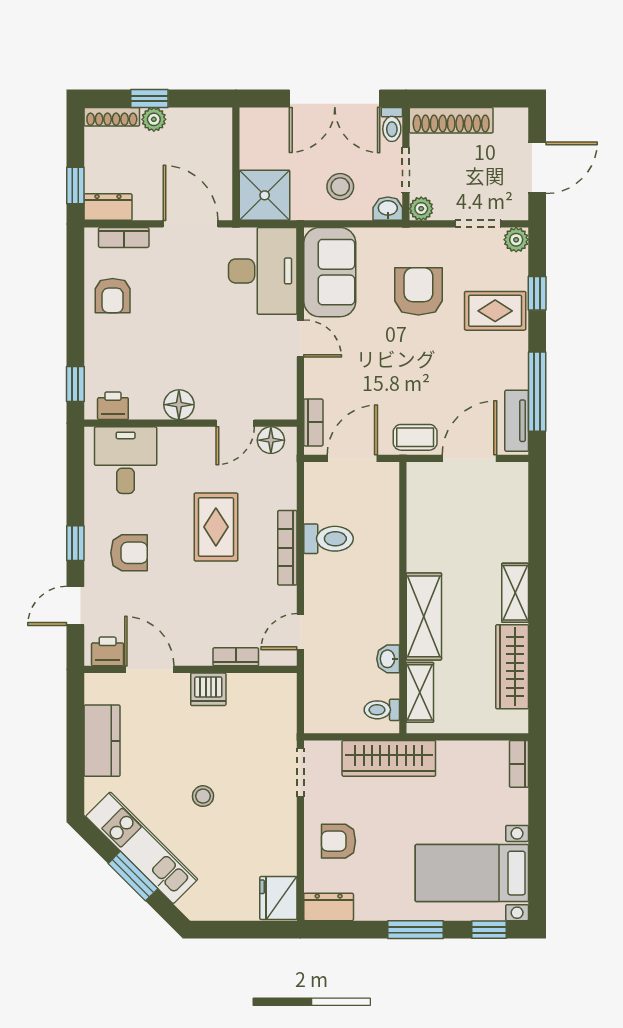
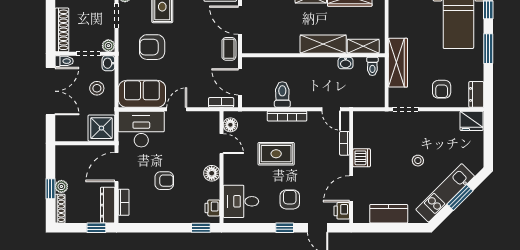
dresser: (108, 207) -> (108, 205), width x1.44
armchair: (113, 296) -> (164, 181), moved

